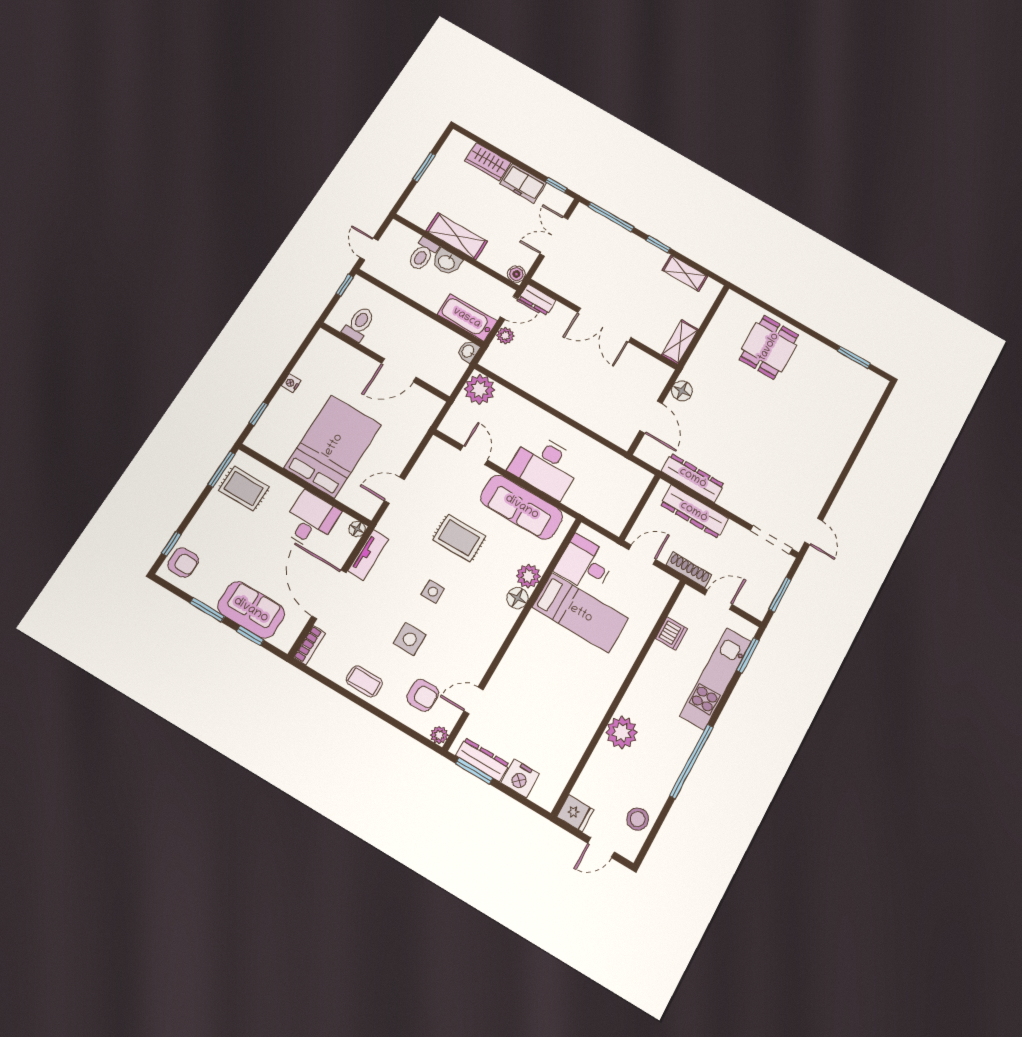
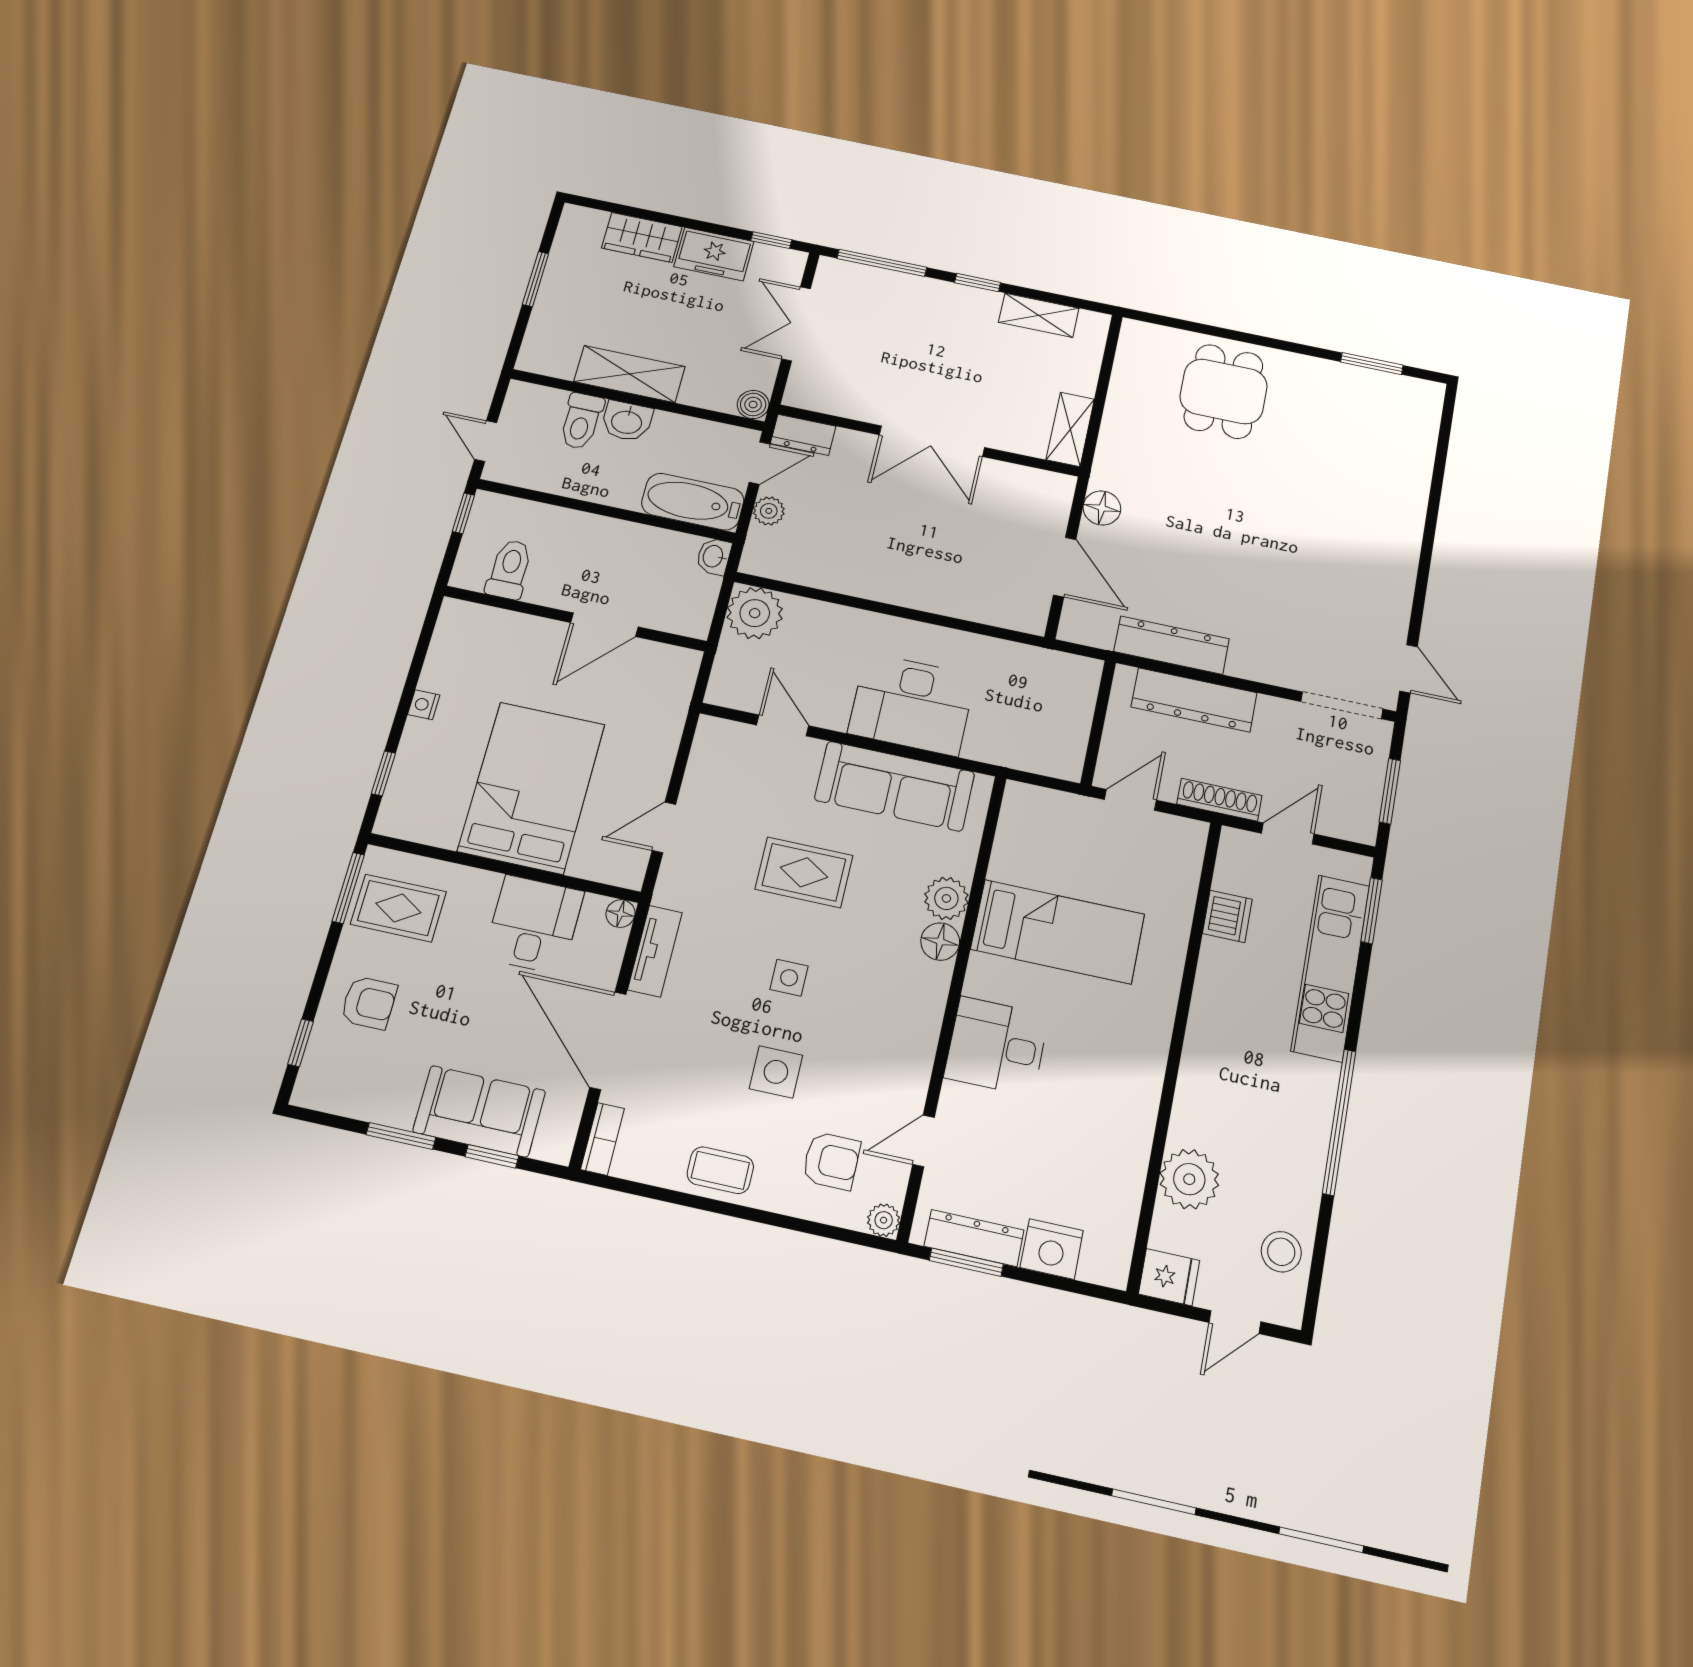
armchair: (183, 563) -> (369, 1003), moved
desk: (585, 564) -> (997, 1046), moved
plant: (622, 732) -> (1189, 1179), moved

